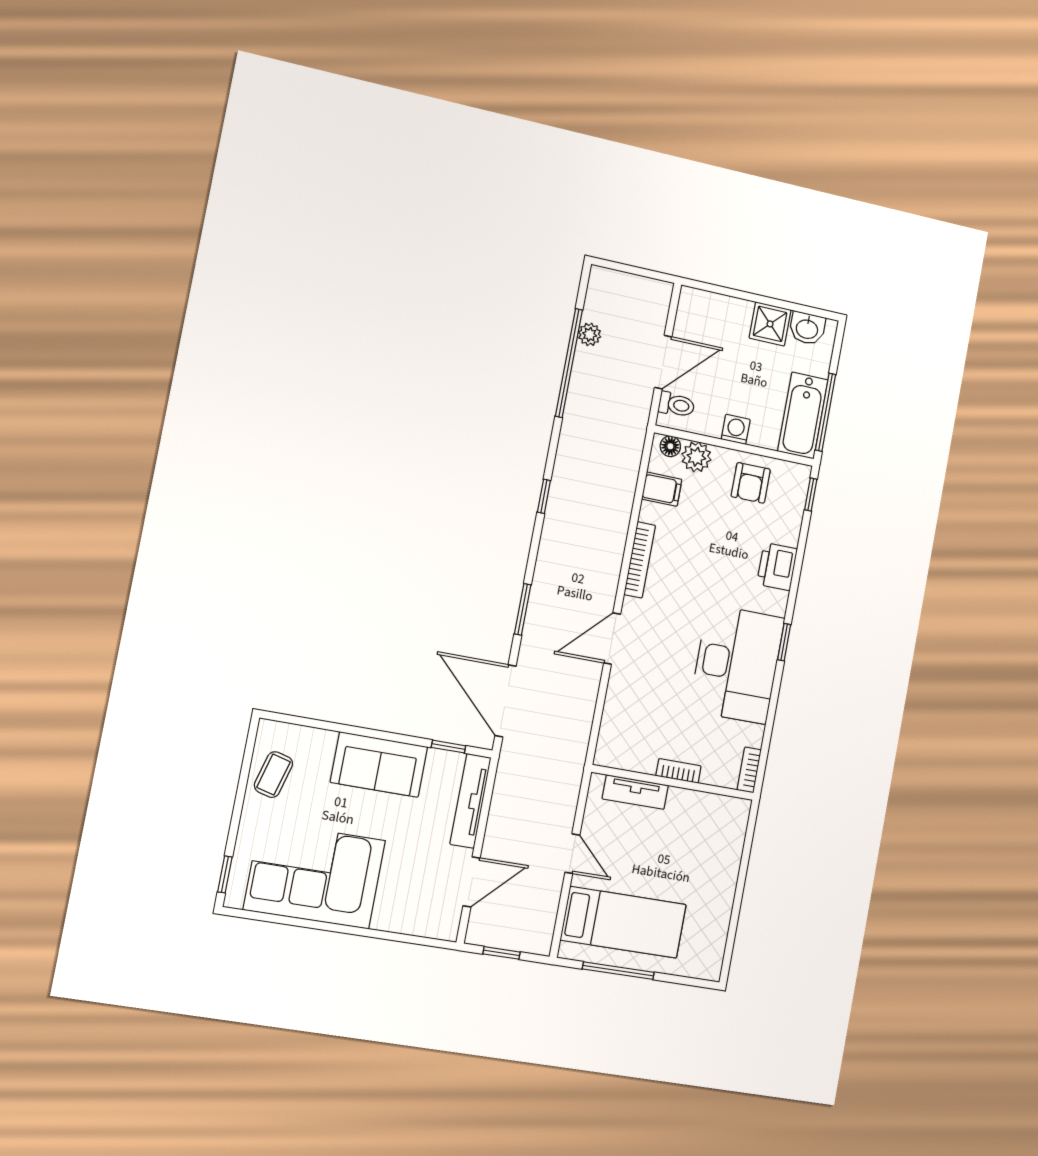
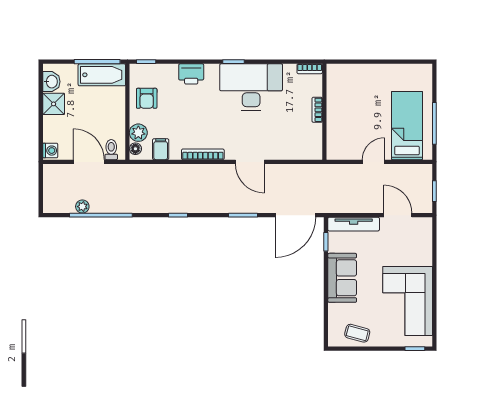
washing machine: (736, 429) -> (50, 151), moved, turned 180
armchair: (751, 483) -> (147, 98), turned 90
tv unit: (635, 792) -> (333, 132), removed

